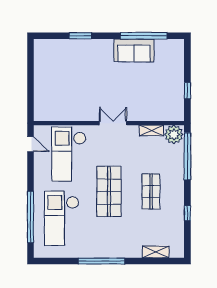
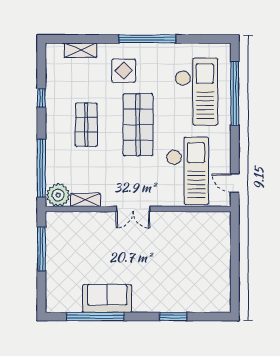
window: (187, 91) -> (41, 249), width x2.17
display table: (121, 235) -> (124, 71), added

